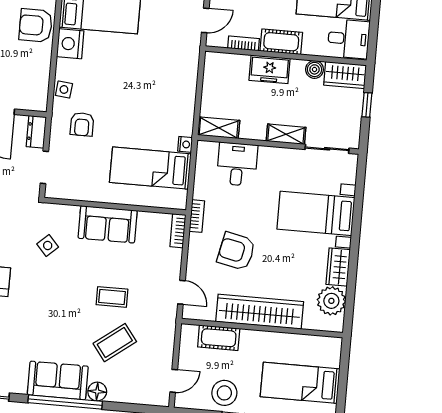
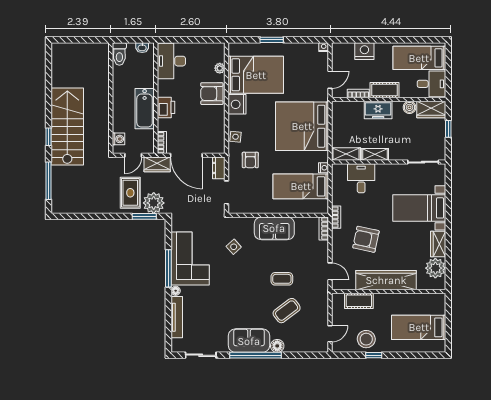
bed: (160, 83) -> (302, 126), added
shelving: (286, 134) -> (375, 154), moved

